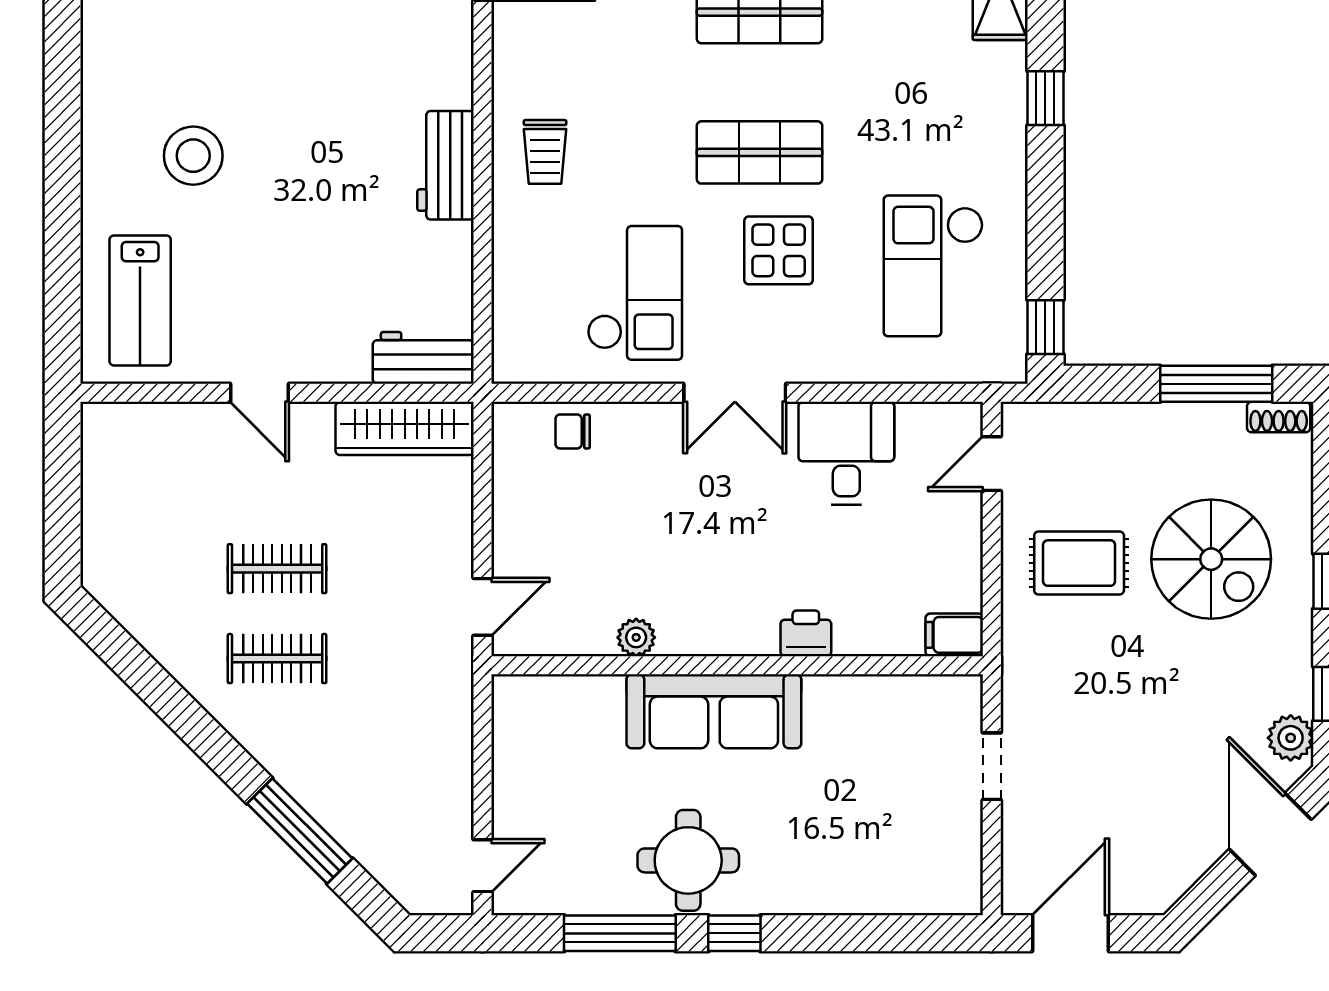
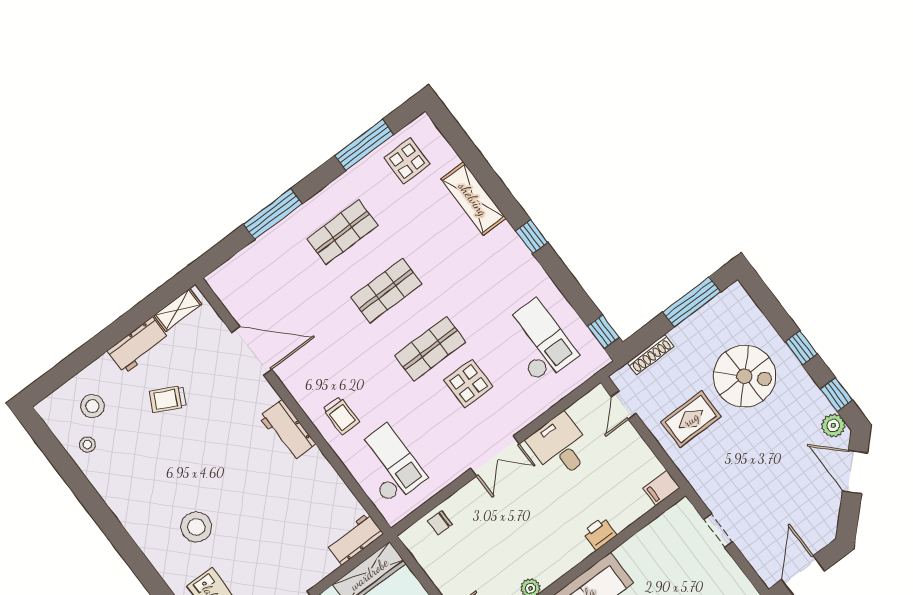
workbench: (446, 165) -> (287, 430), moved
checkout: (933, 266) -> (538, 341), turned 180
checkout: (635, 293) -> (388, 465), moved
shoe rack: (1279, 417) -> (651, 355), moved, width x1.43

